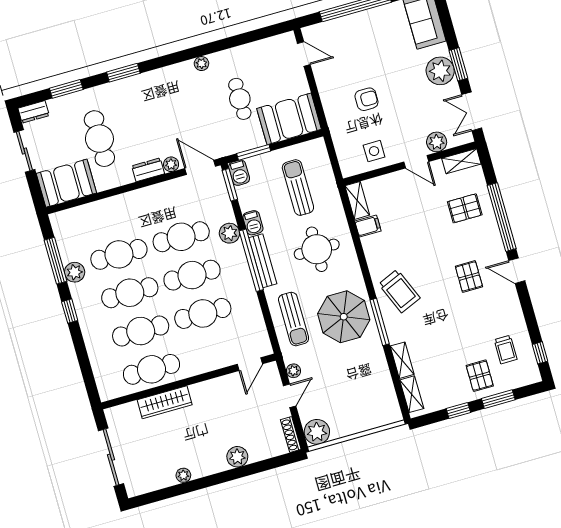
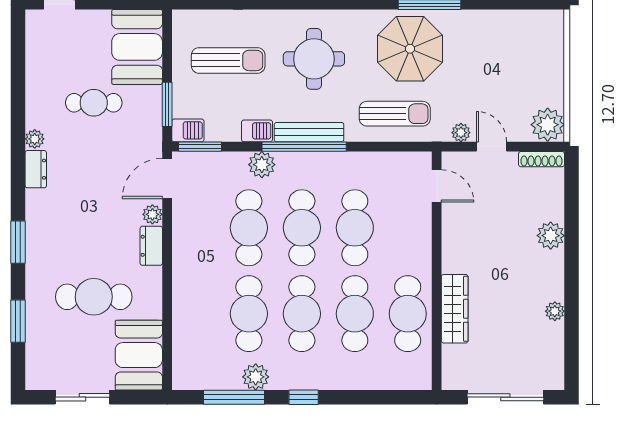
dresser: (34, 112) -> (36, 169), moved
sun lounger: (298, 188) -> (228, 60), turned 180

